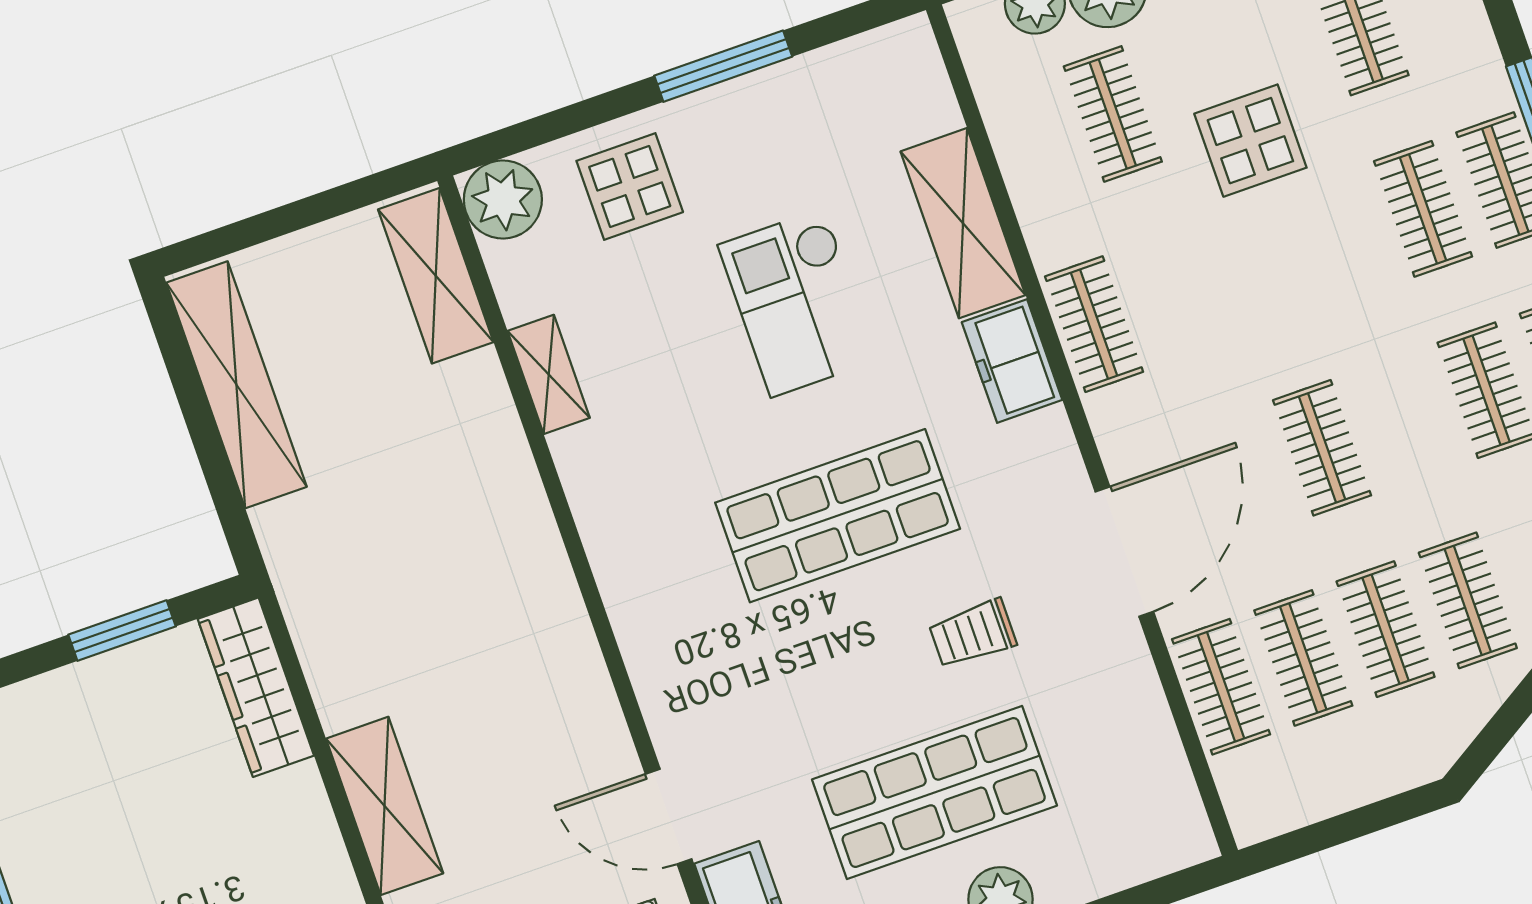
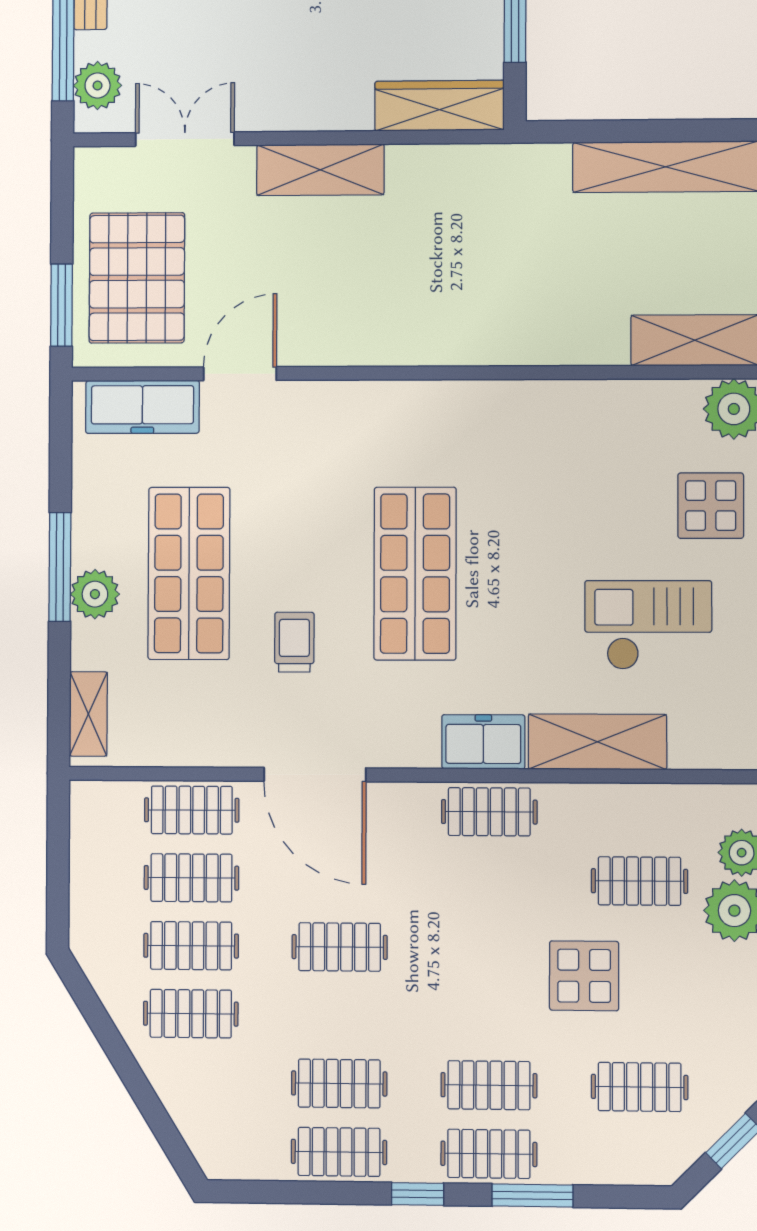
checkout: (798, 303) -> (648, 625), moved
shelving: (549, 374) -> (88, 714), moved, turned 90

